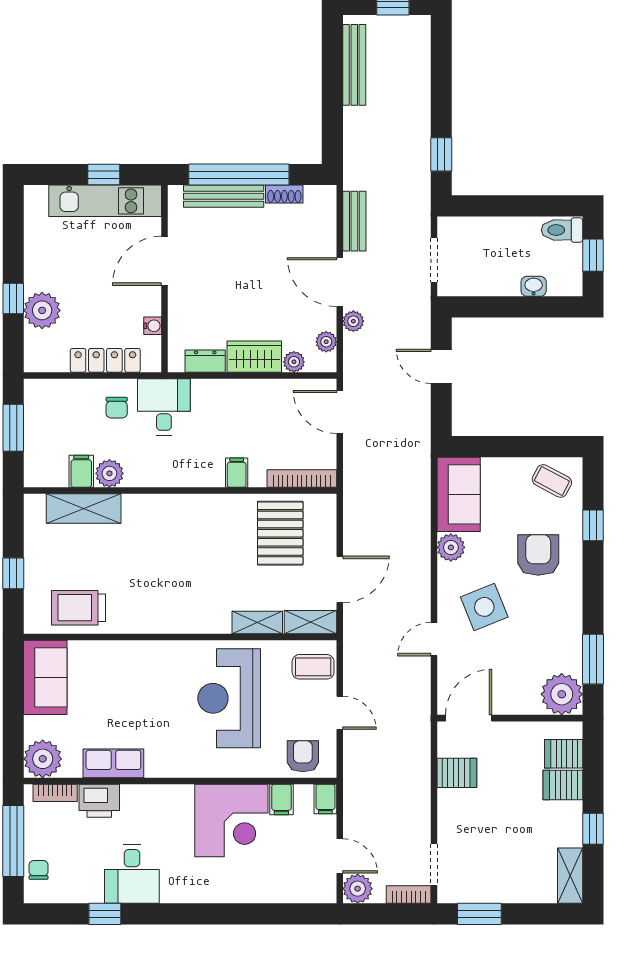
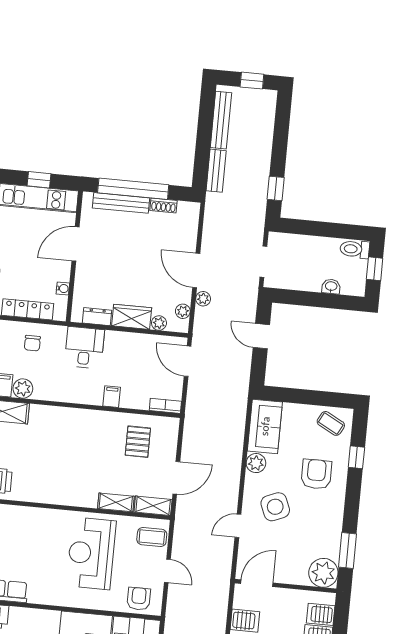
bench: (354, 221) -> (216, 171), moved
desk: (164, 407) -> (84, 348), moved
bookcase: (302, 479) -> (165, 406), width x0.64
pallet: (280, 533) -> (138, 442), width x0.67, depth x0.71

